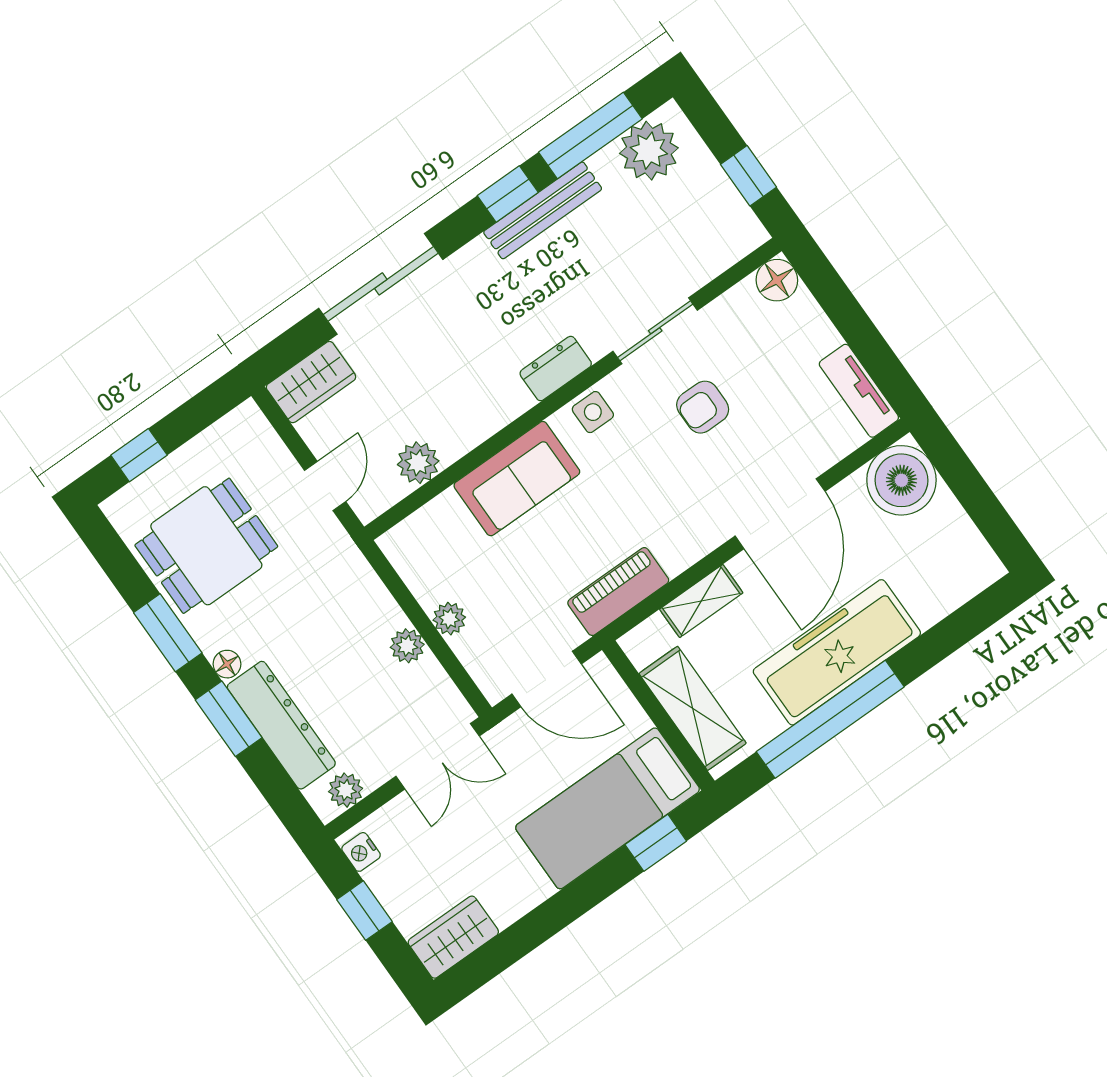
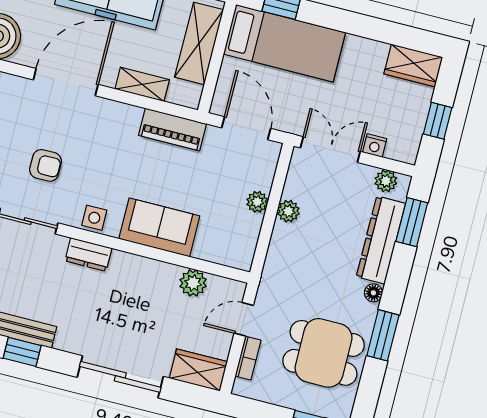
bookcase: (275, 452) -> (248, 358), added
window: (229, 719) -> (412, 222), moved
nightstand: (361, 852) -> (375, 146), moved, turned 90

